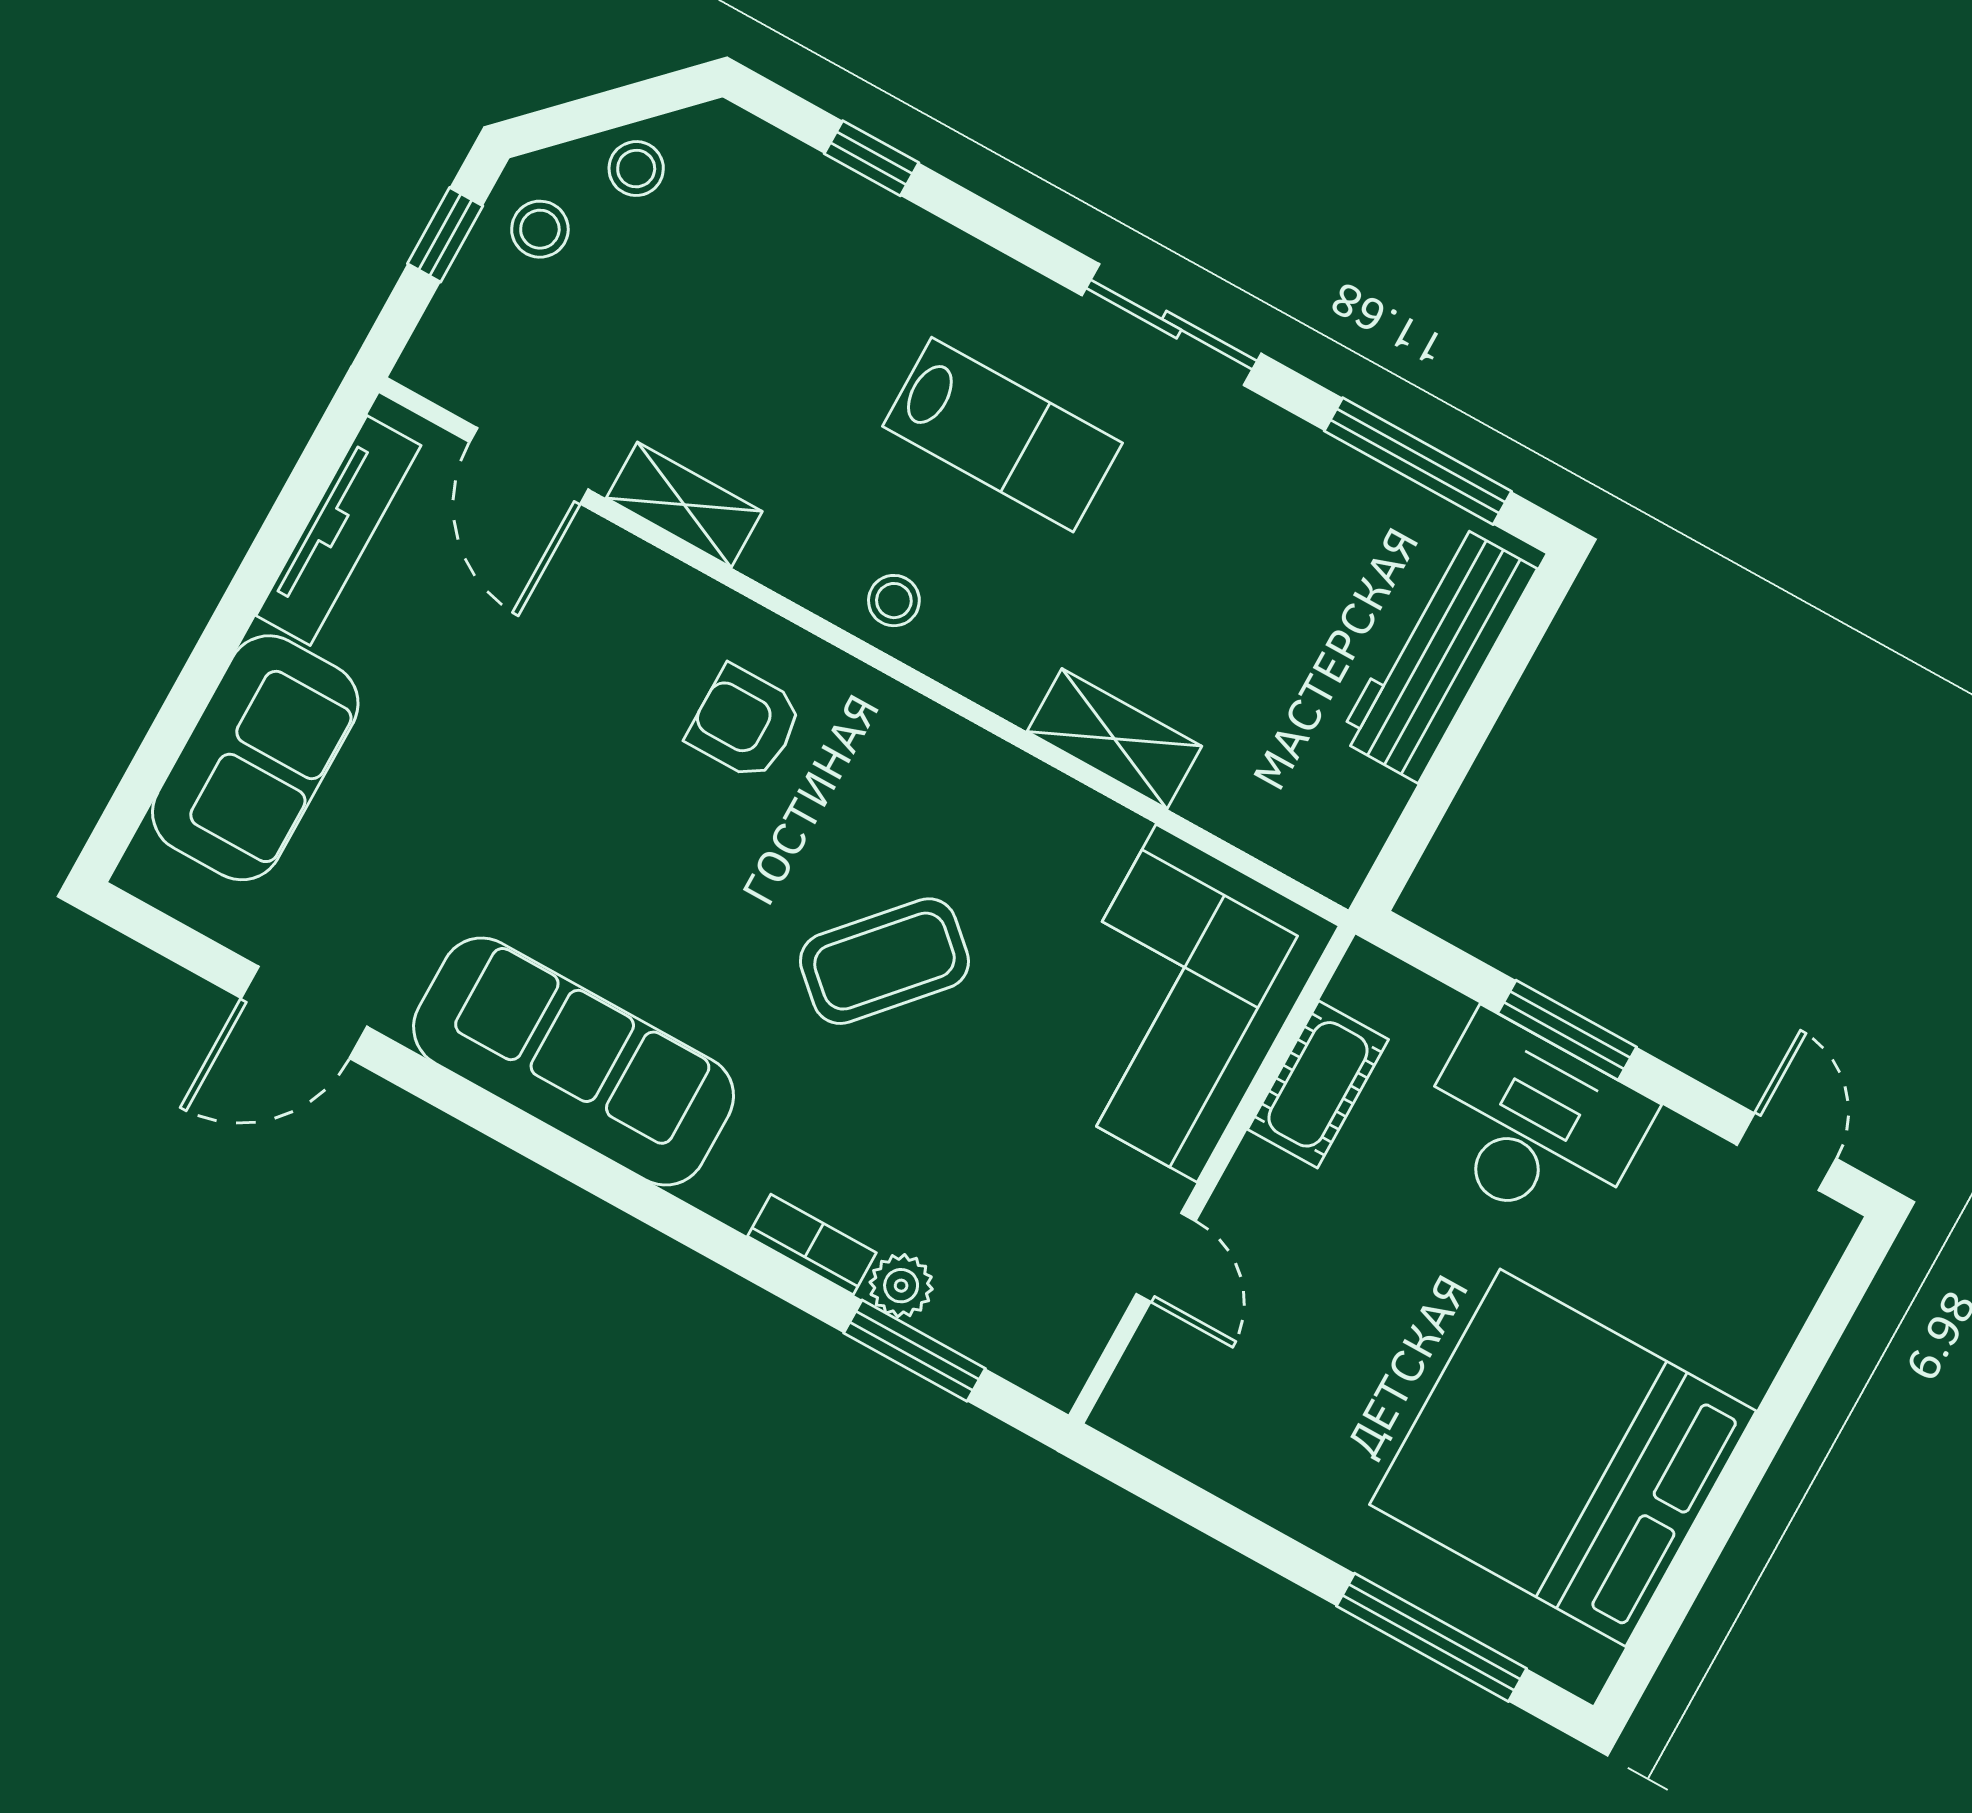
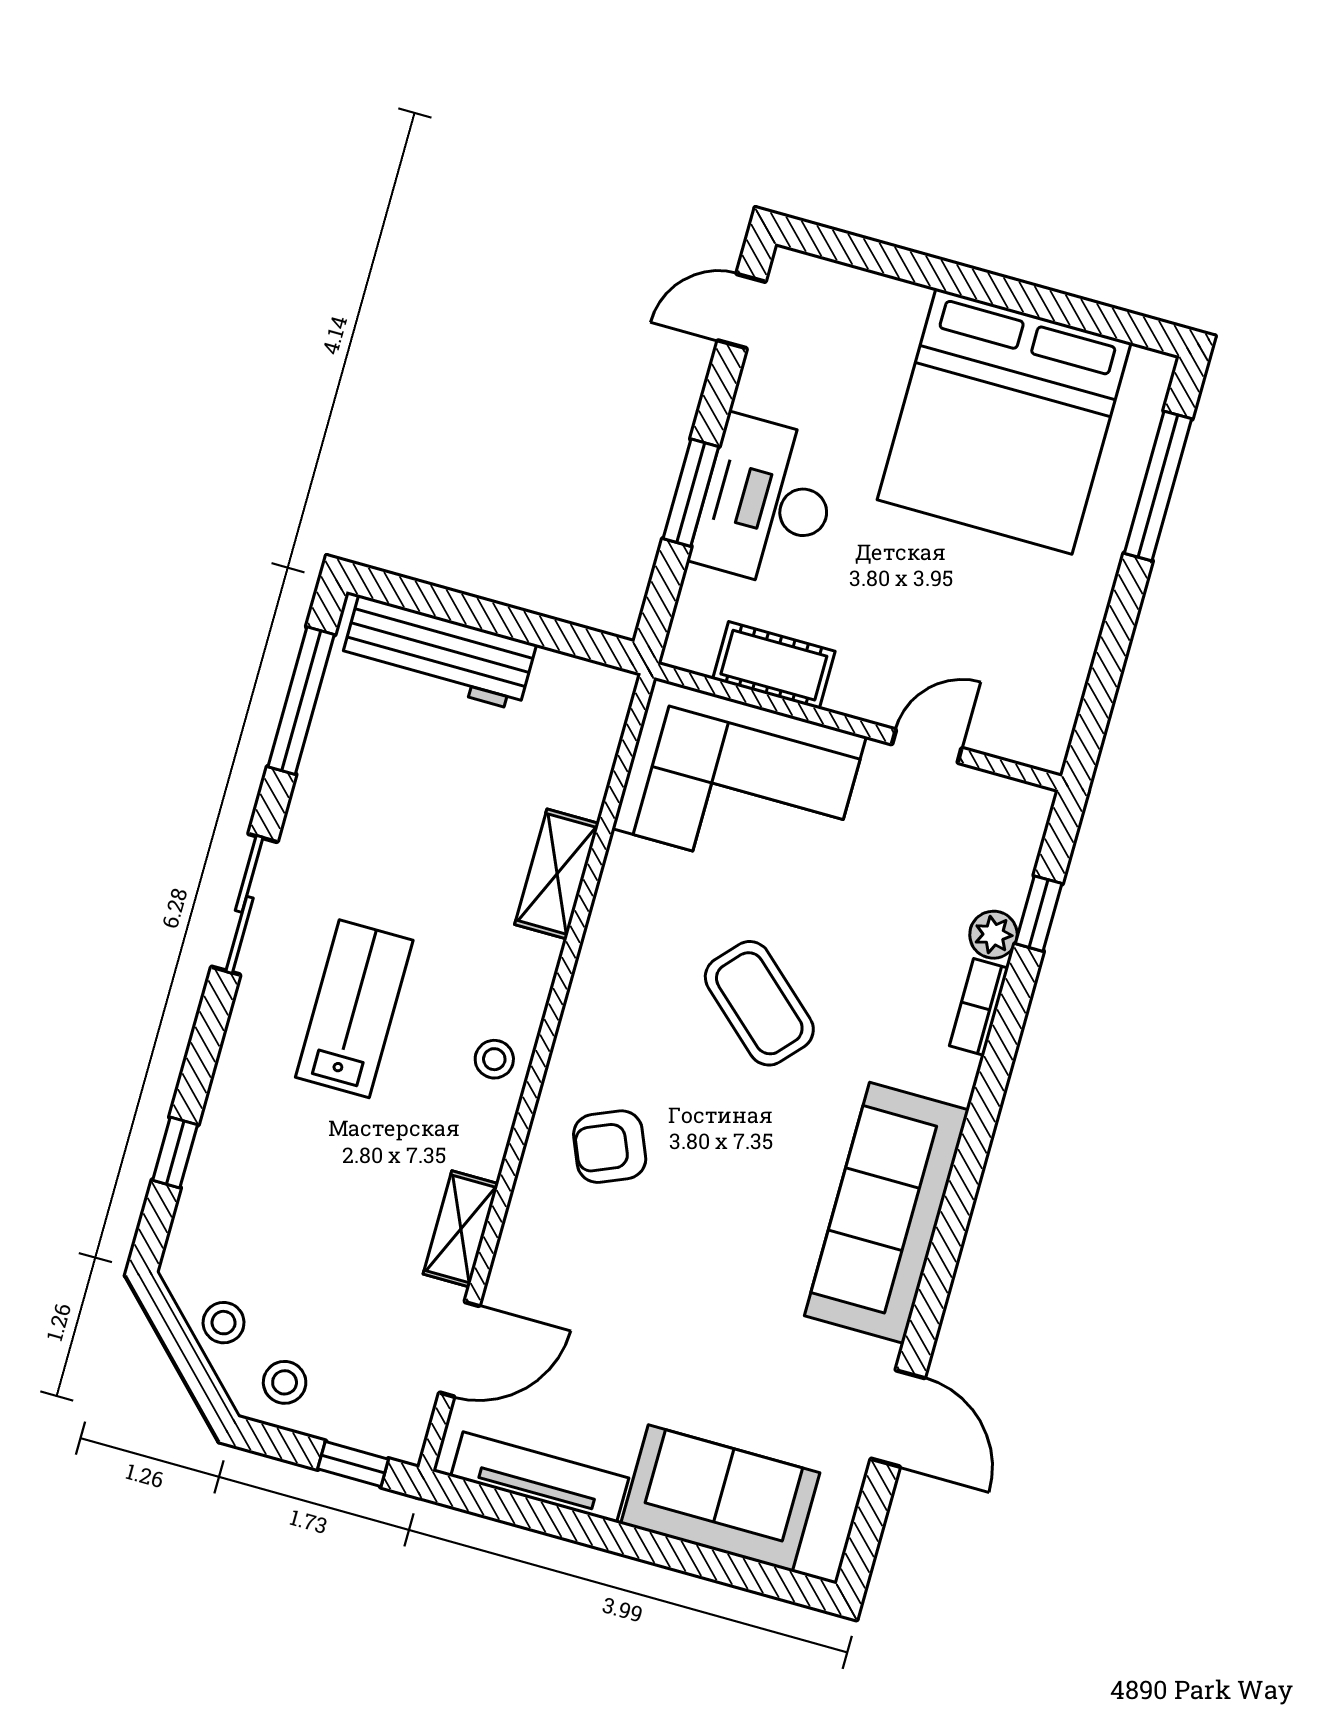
window: (445, 235) -> (353, 1464), moved
armchair: (745, 723) -> (610, 1147), turned 67
window: (914, 1351) -> (1039, 914), width x0.67

